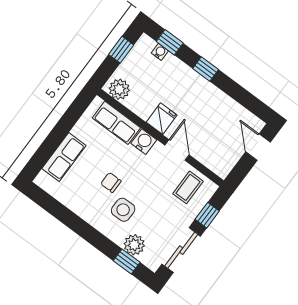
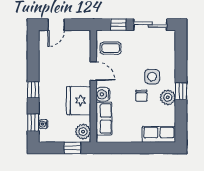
window: (121, 50) -> (72, 148), moved
fridge: (162, 119) -> (79, 101), width x1.88, depth x1.34
door: (177, 150) -> (93, 71), swing flipped
row of seats: (64, 157) -> (159, 134), moved
plant: (134, 245) -> (168, 97), moved
window: (127, 261) -> (181, 91), moved

